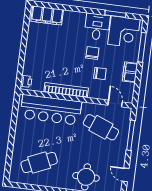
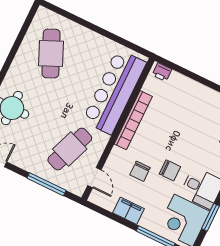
door: (115, 104) -> (94, 178), hinge flipped

